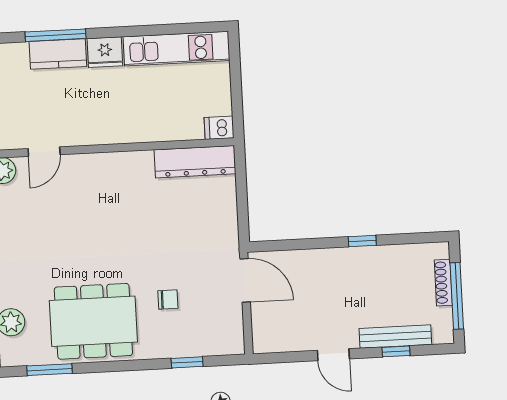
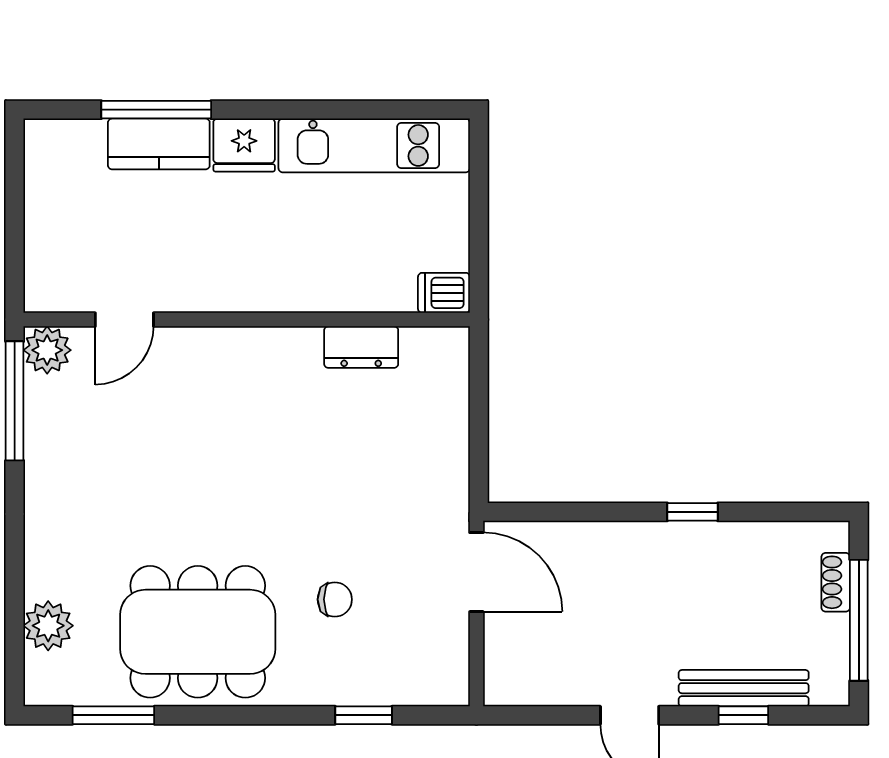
dresser: (195, 162) -> (361, 347), width x0.51, depth x0.80
shoe rack: (443, 283) -> (836, 582), width x0.70

